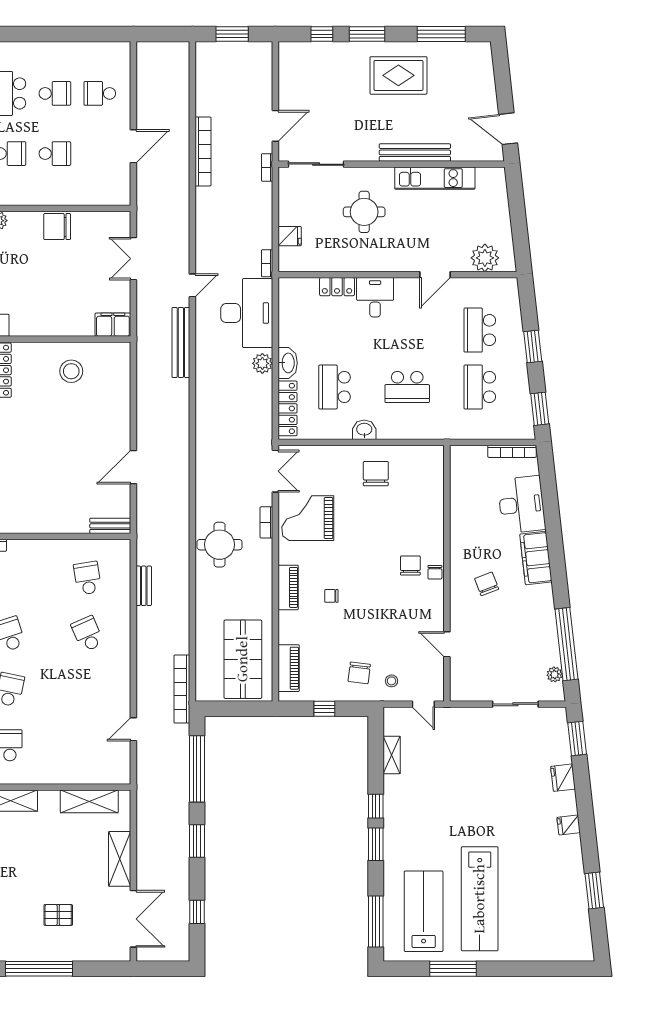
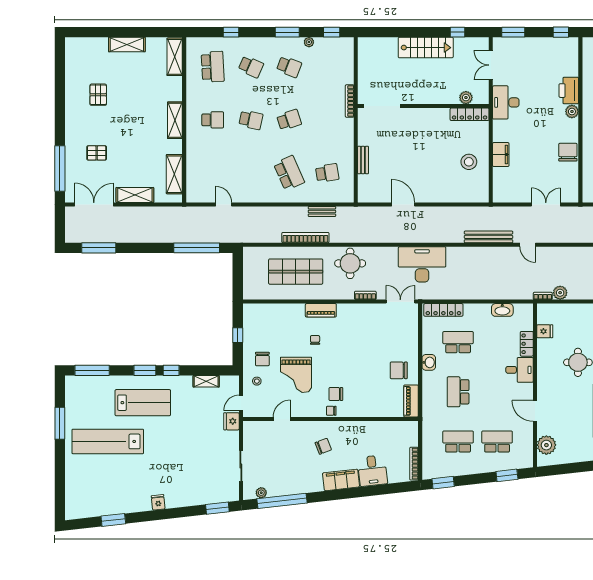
fridge: (290, 236) -> (545, 331), moved, turned -90
desk: (247, 313) -> (422, 264), moved, turned 180
filing cabinet: (113, 325) -> (501, 155), moved
window: (533, 347) -> (507, 475), moved
plant: (262, 363) -> (560, 293), moved
washbasin: (288, 363) -> (502, 310), moved
double door: (275, 471) -> (400, 302), swing flipped
chair: (376, 474) -> (399, 370), turned 180
desk: (522, 505) -> (372, 471), width x0.73
grand piano: (308, 518) -> (296, 375), moved, turned 180
bench: (110, 526) -> (363, 160), moved
chair: (410, 565) -> (336, 394), turned 180
school desk: (87, 634) -> (289, 173), width x1.85
shop shelf: (243, 659) -> (296, 272), moved
piano: (289, 668) -> (411, 401), moved, turned 90
chair: (359, 673) -> (262, 359), turned -97
bookcase: (182, 689) -> (305, 238), moved
fridge: (563, 778) -> (231, 421), moved, turned -84
window: (197, 841) -> (147, 248), removed
lab bench: (424, 911) -> (143, 403), moved
window: (197, 912) -> (99, 248), width x2.17
pallet: (58, 915) -> (97, 153), turned 90
double door: (133, 919) -> (94, 204), swing flipped
window: (39, 969) -> (60, 168), moved

